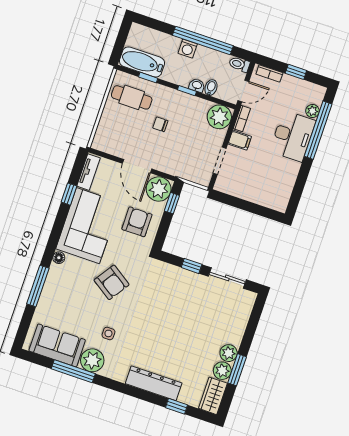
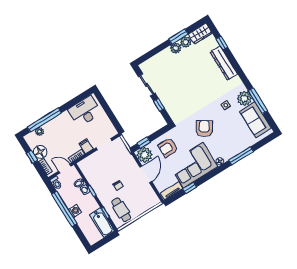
floor lamp: (291, 87) -> (40, 152), added
plant: (219, 117) -> (87, 166), removed
desk: (293, 136) -> (85, 111), moved

